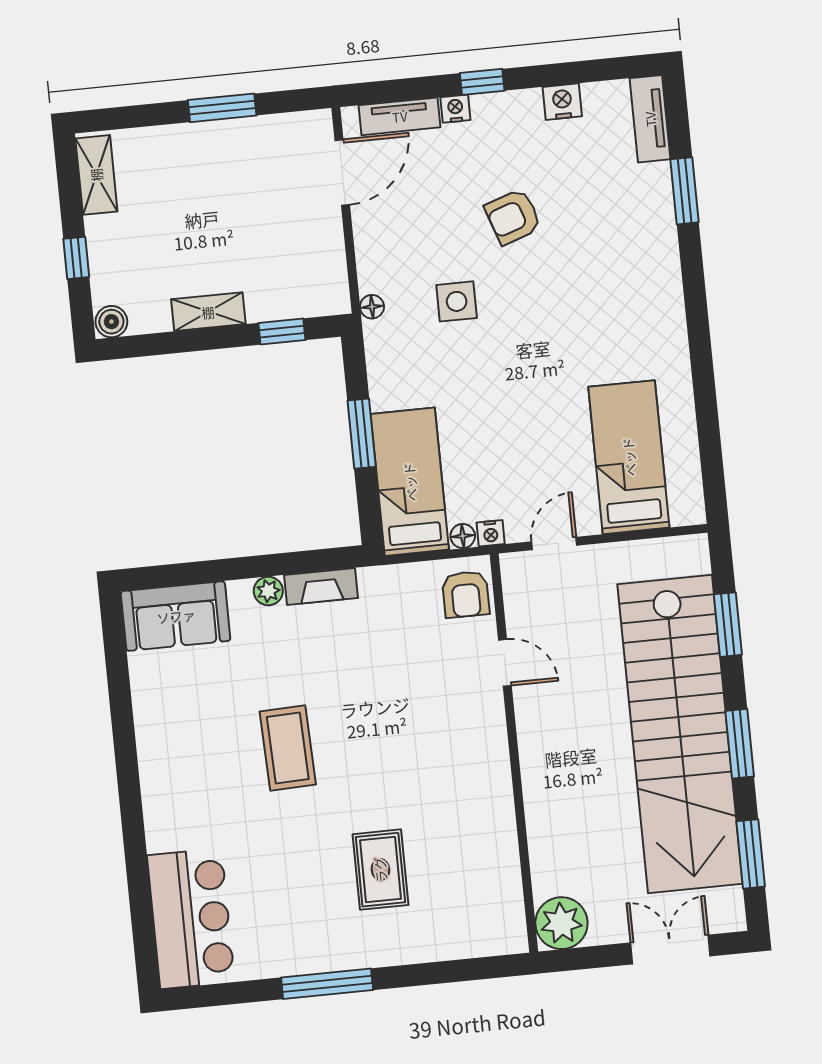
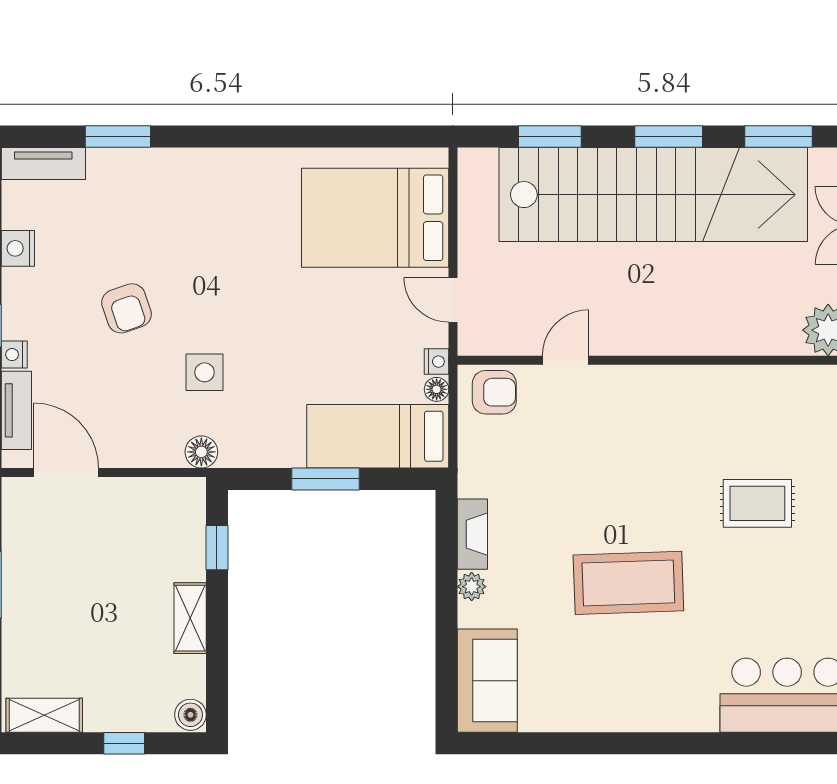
floor lamp: (372, 307) -> (201, 452), width x1.37, depth x1.37
bed: (629, 457) -> (375, 218), width x1.50
coffee table: (288, 748) -> (628, 583), width x1.36, depth x1.32

